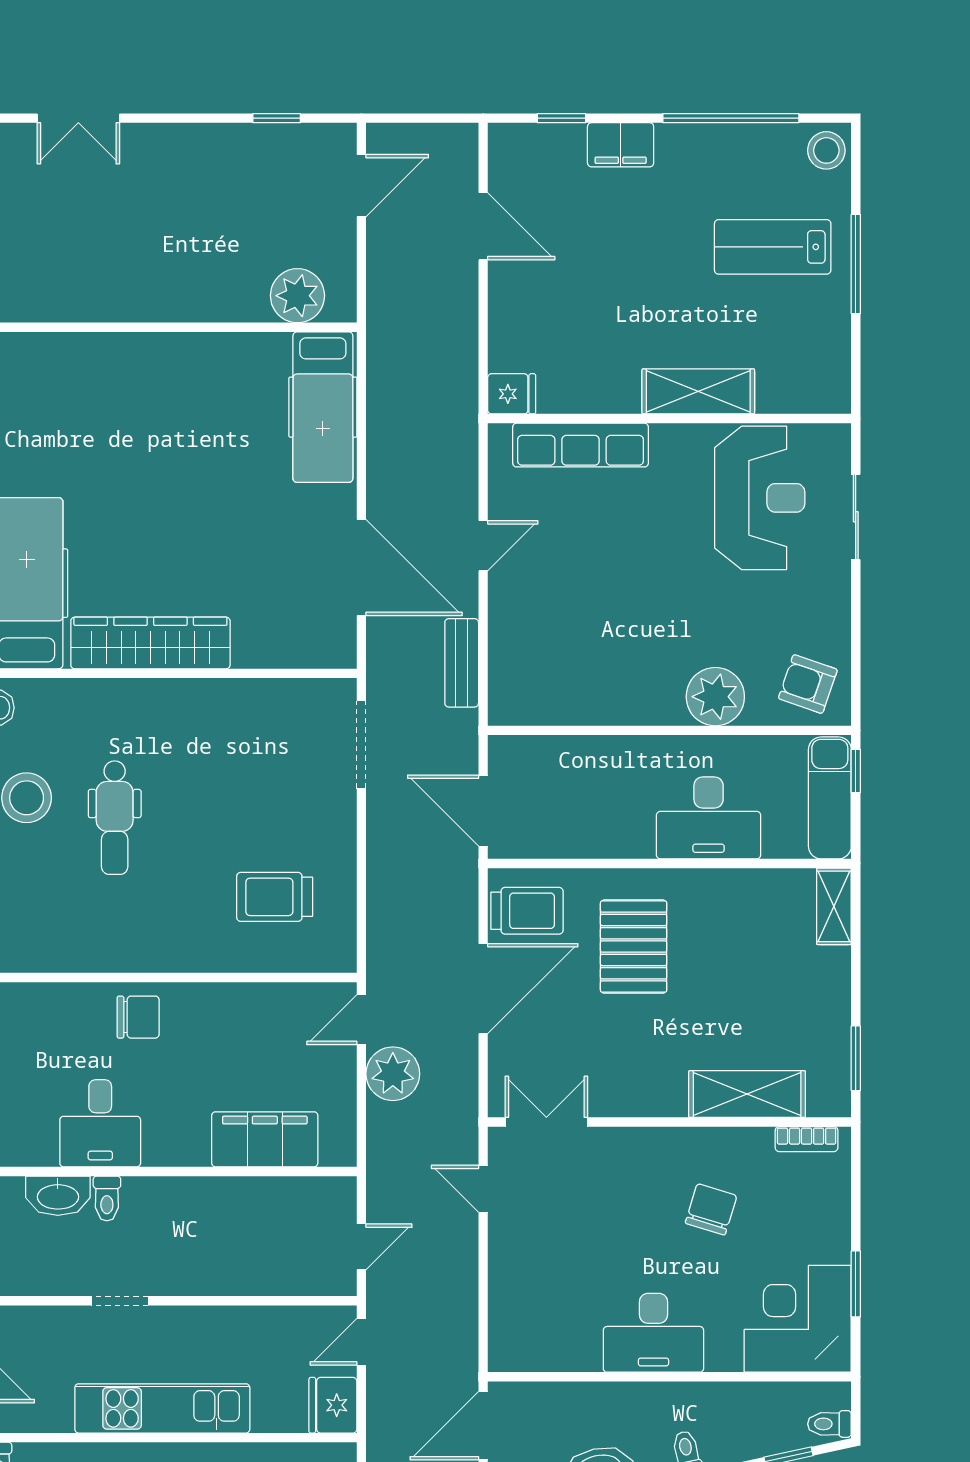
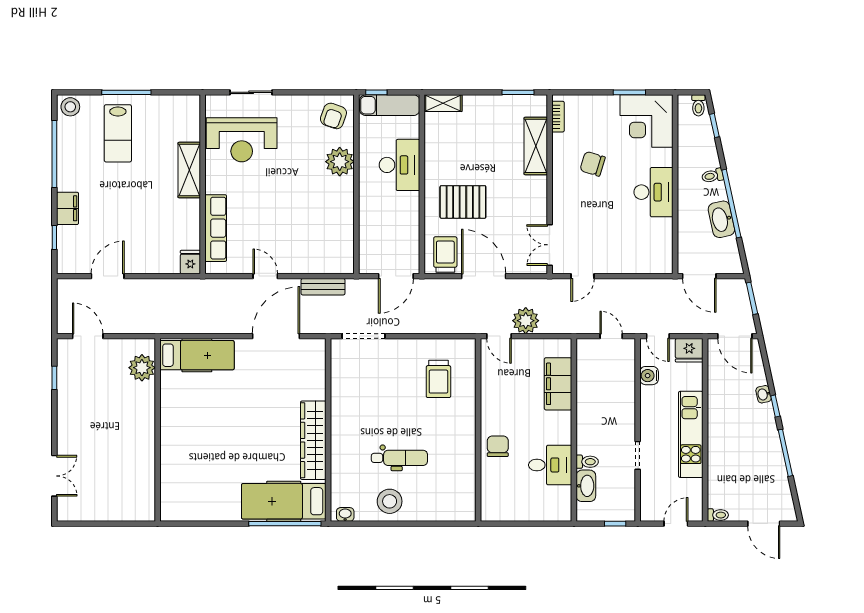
reception desk: (760, 498) -> (242, 140), turned 180
water cooler: (282, 1324) -> (649, 376), added

